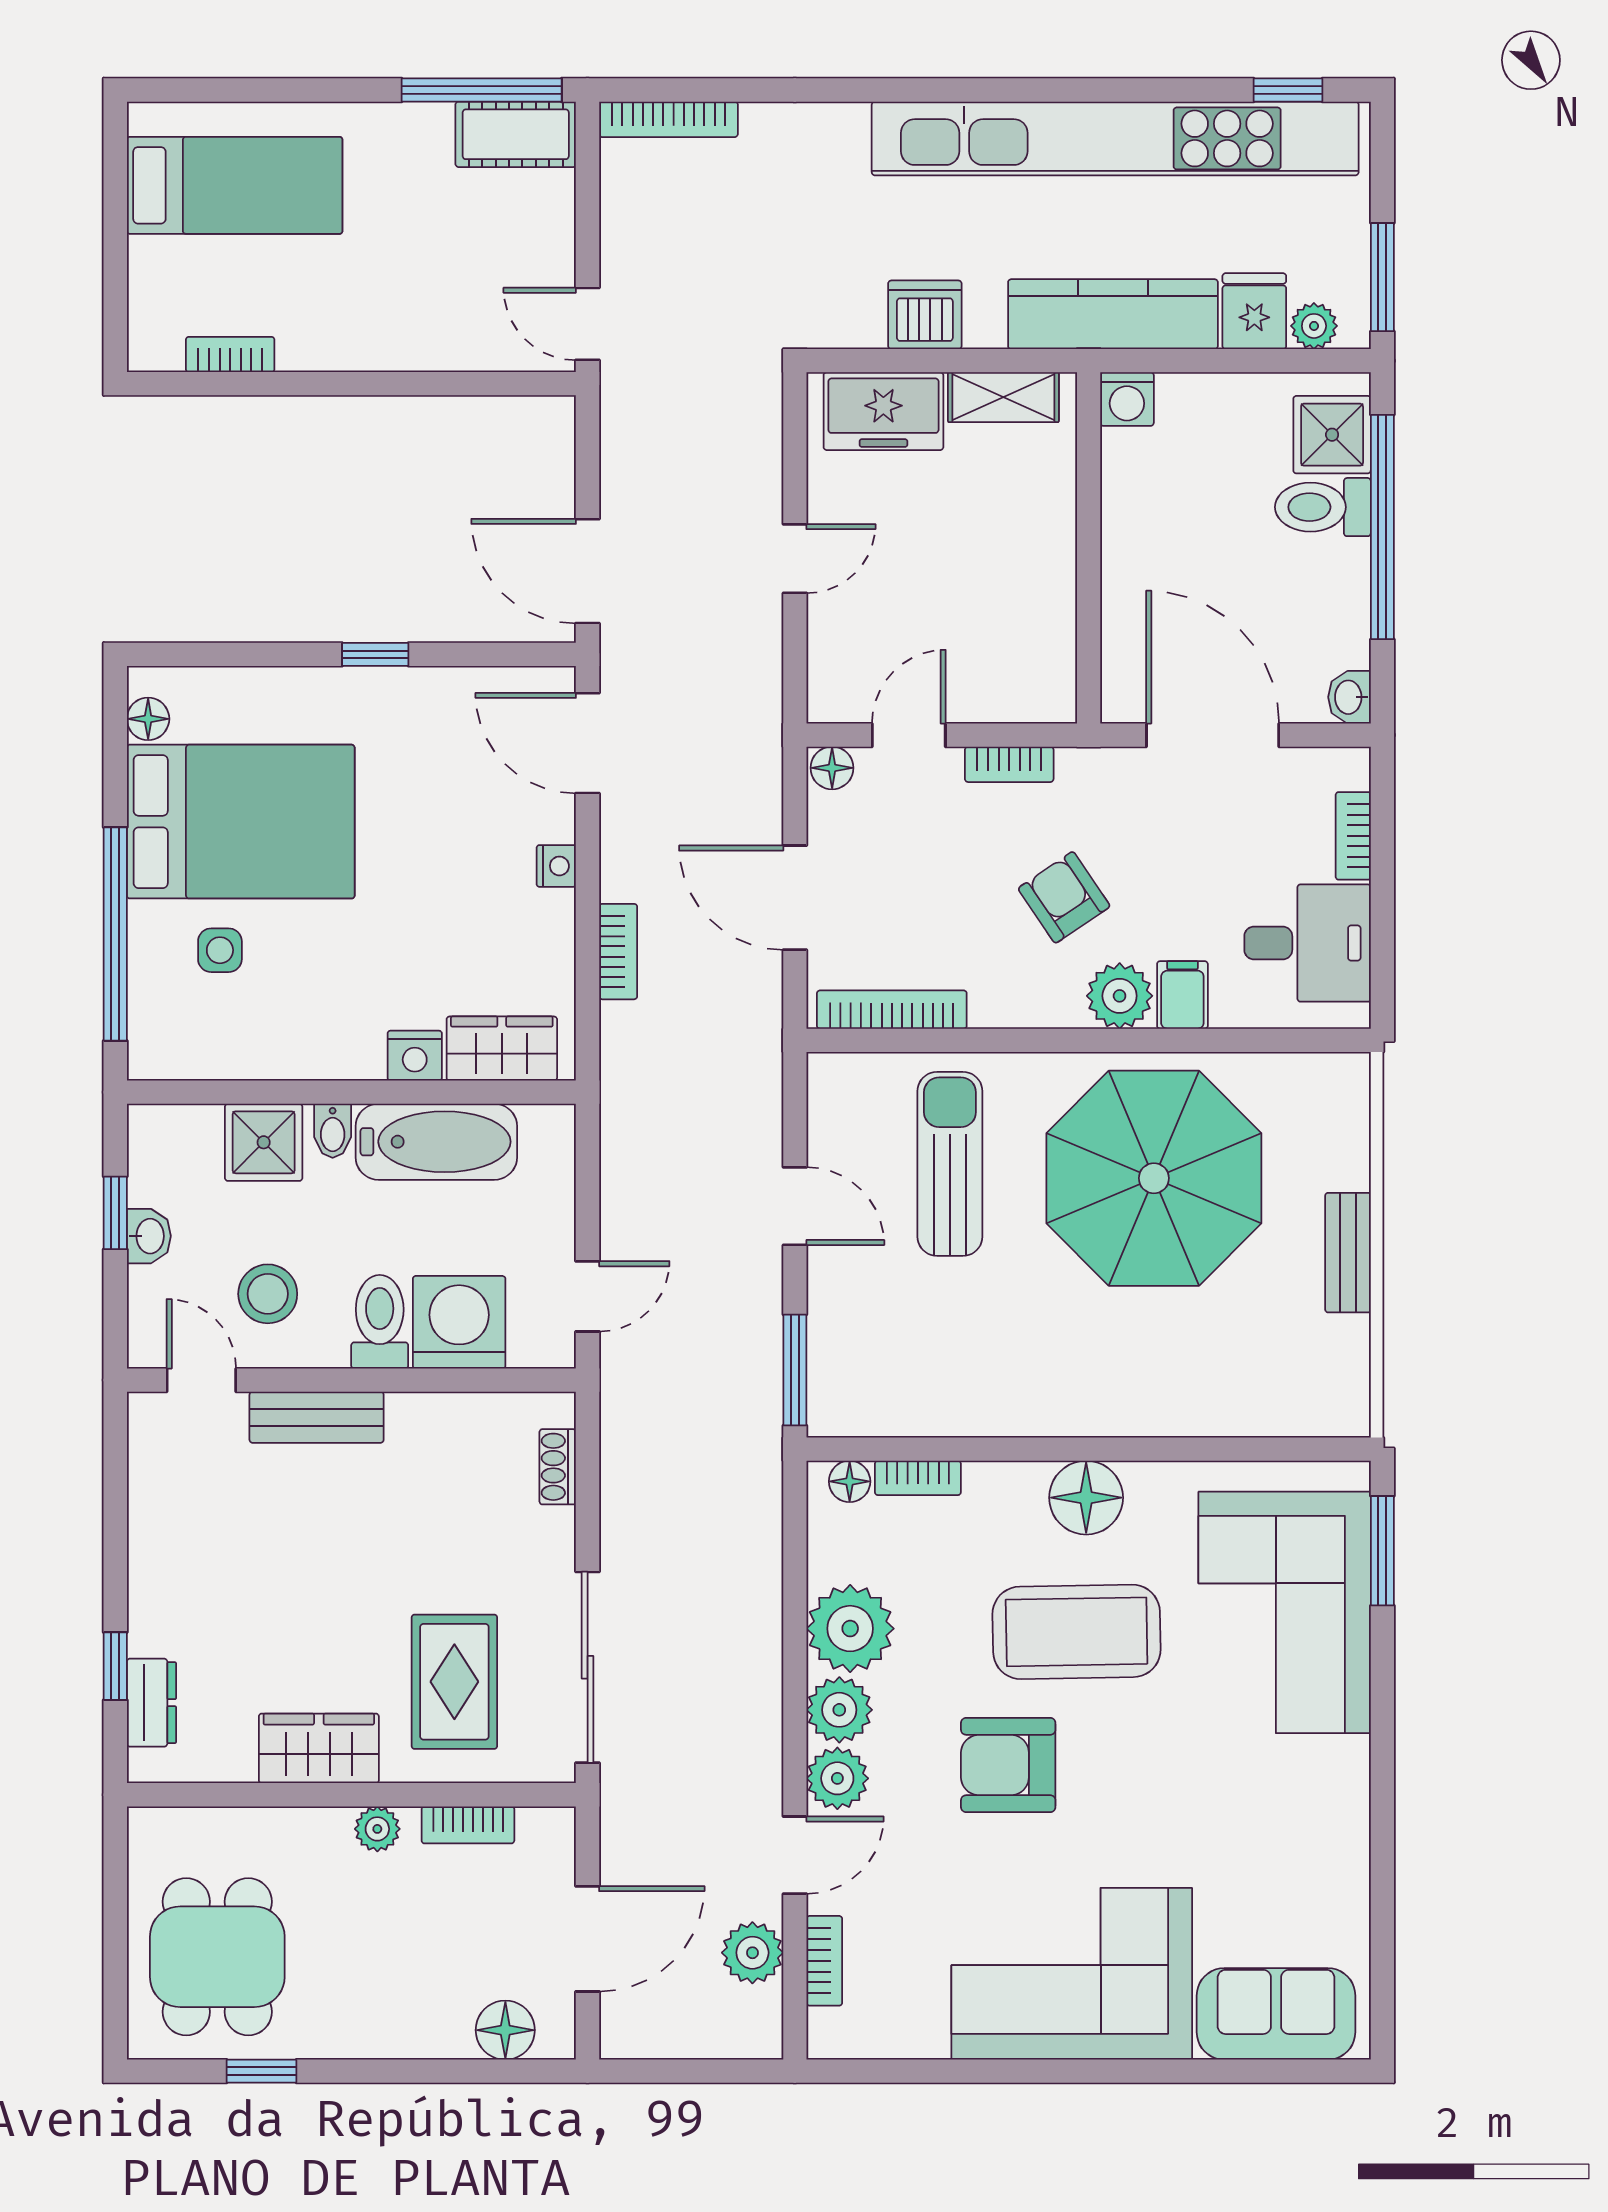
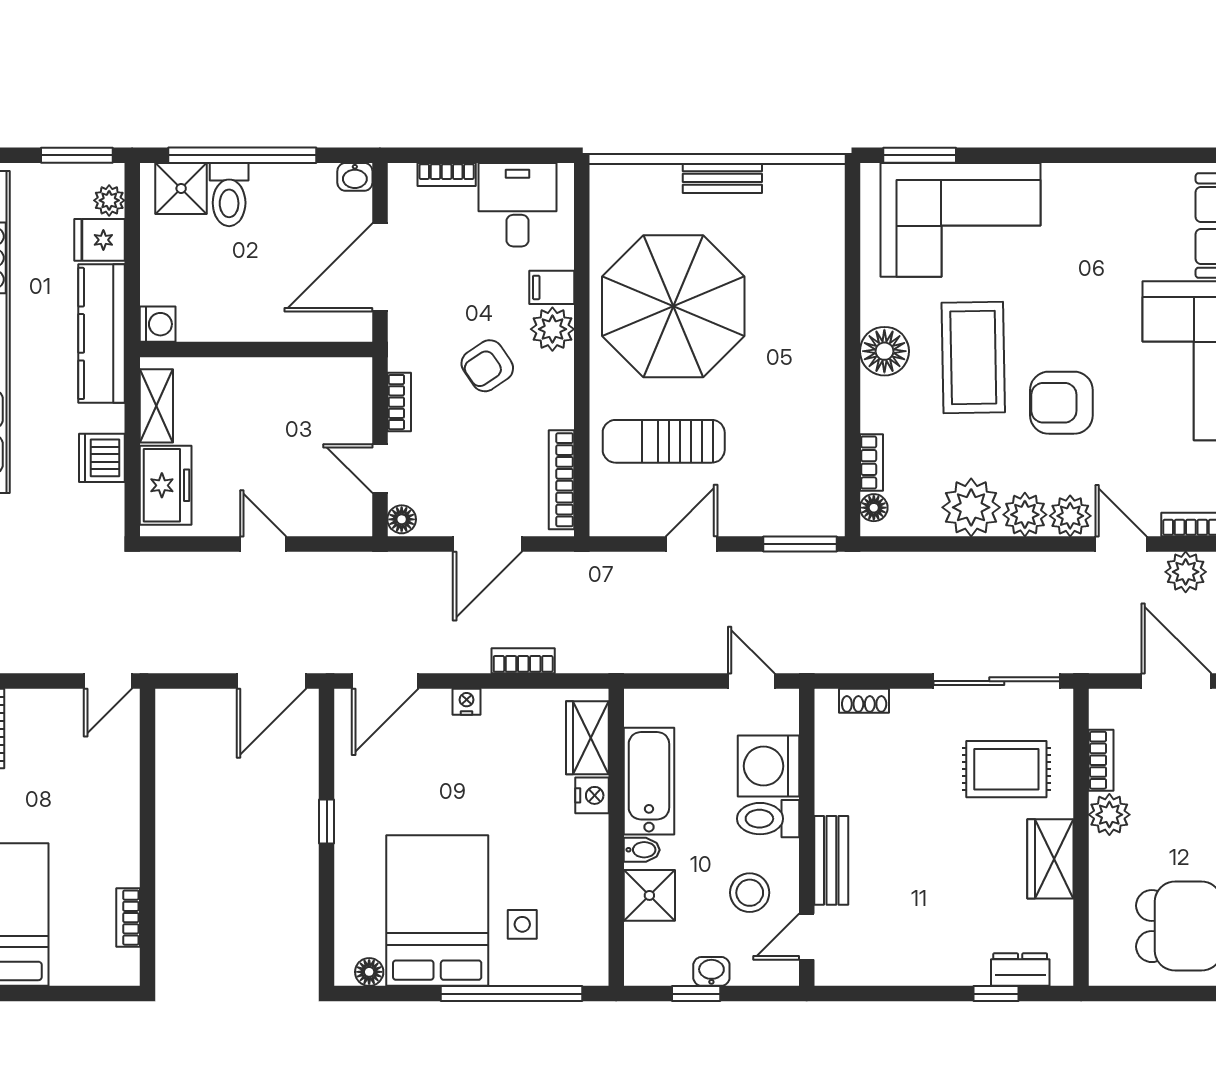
armchair: (1008, 1765) -> (1061, 403), turned 90
plant: (377, 1829) -> (1109, 815), width x1.38, depth x1.38

